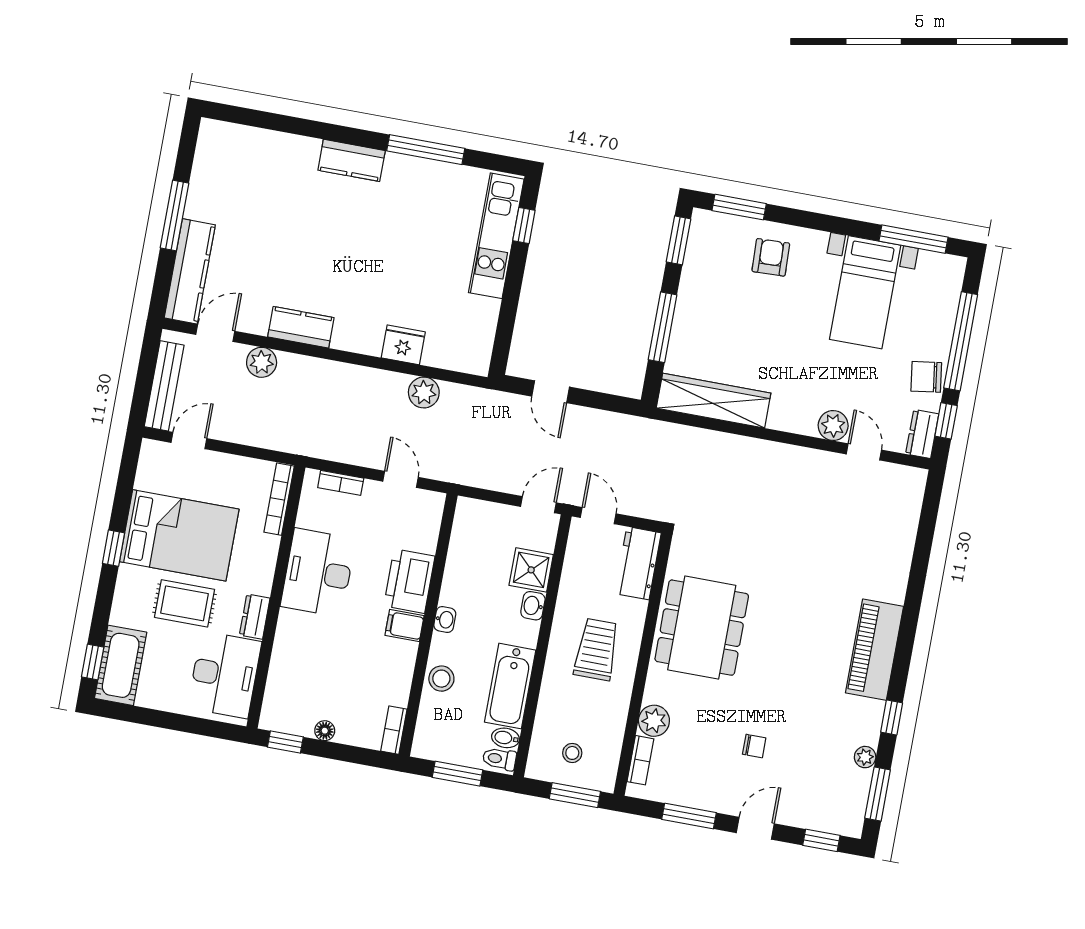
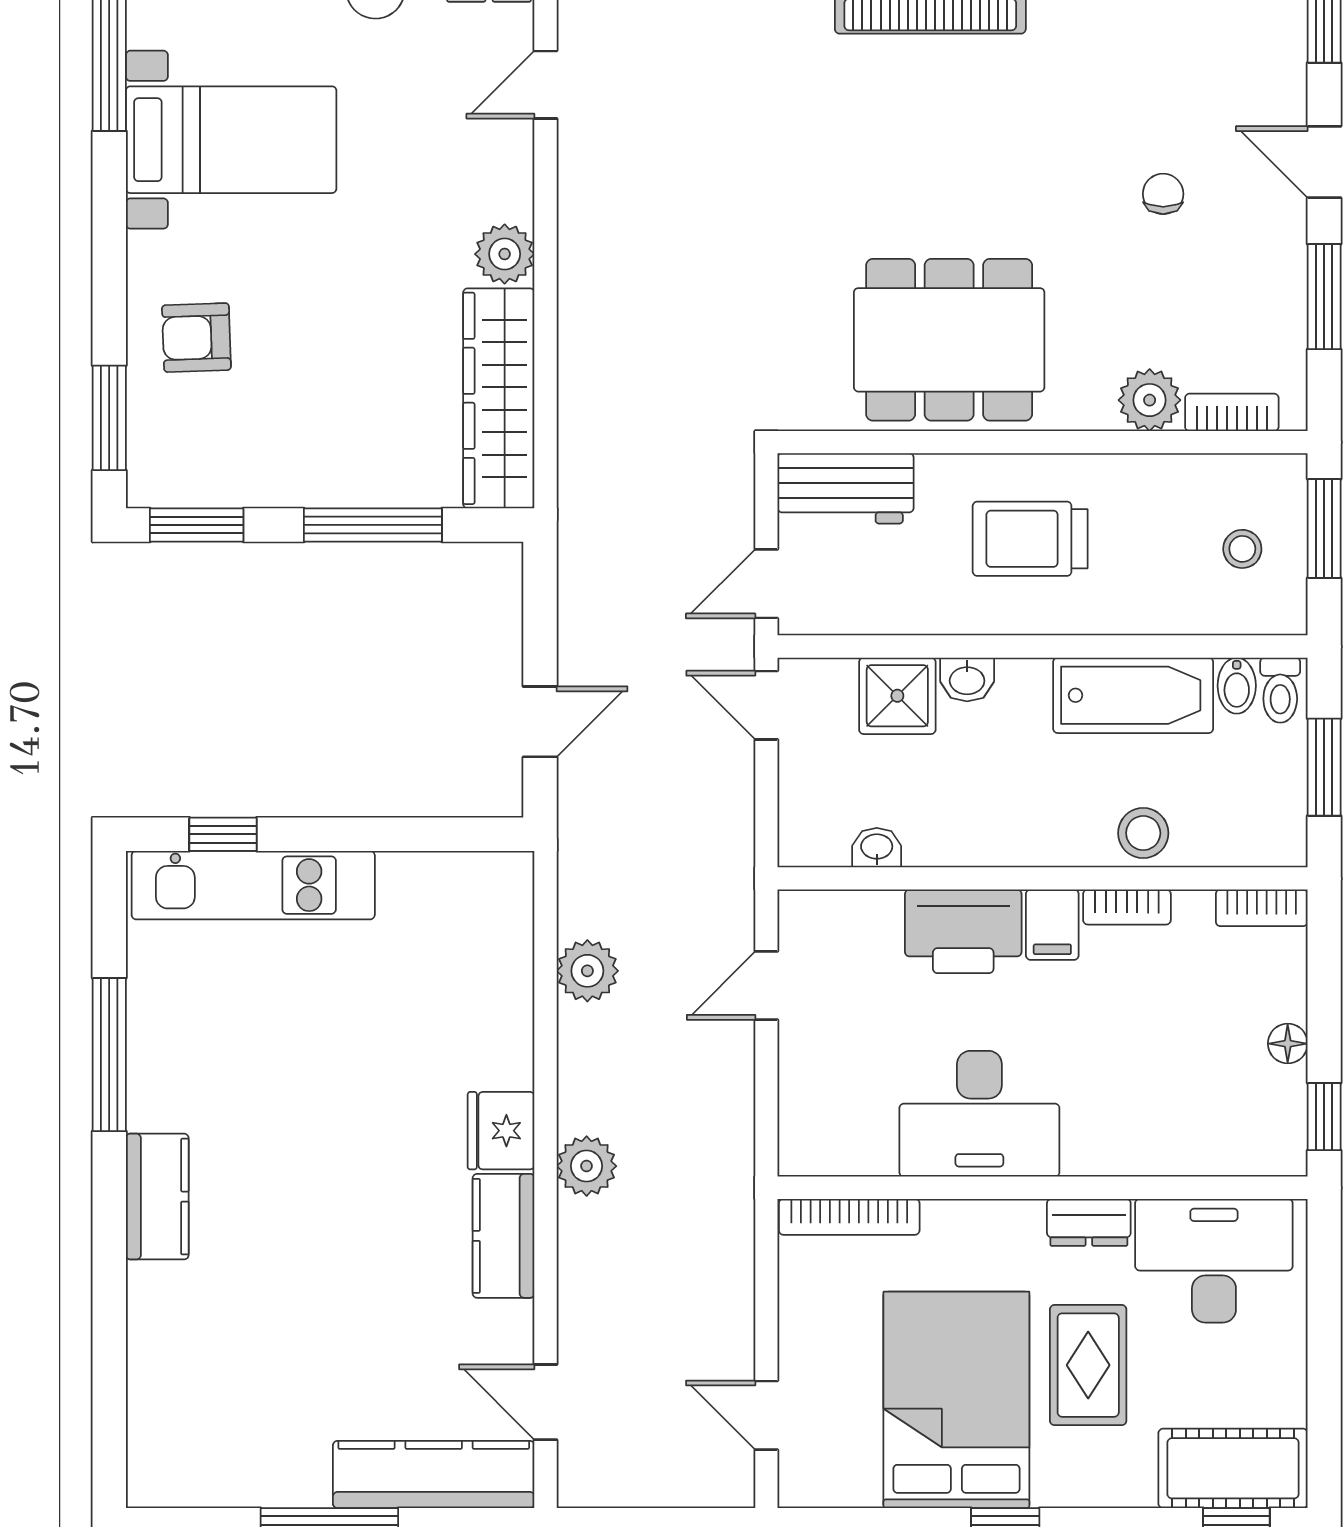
fridge: (403, 345) -> (501, 1131), moved
plant: (262, 362) -> (587, 1166), moved
bench: (164, 386) -> (668, 1484), removed
plant: (833, 426) -> (505, 254), moved
bookcase: (341, 483) -> (1127, 907), moved, turned 90
washbasin: (445, 619) -> (877, 848), moved

